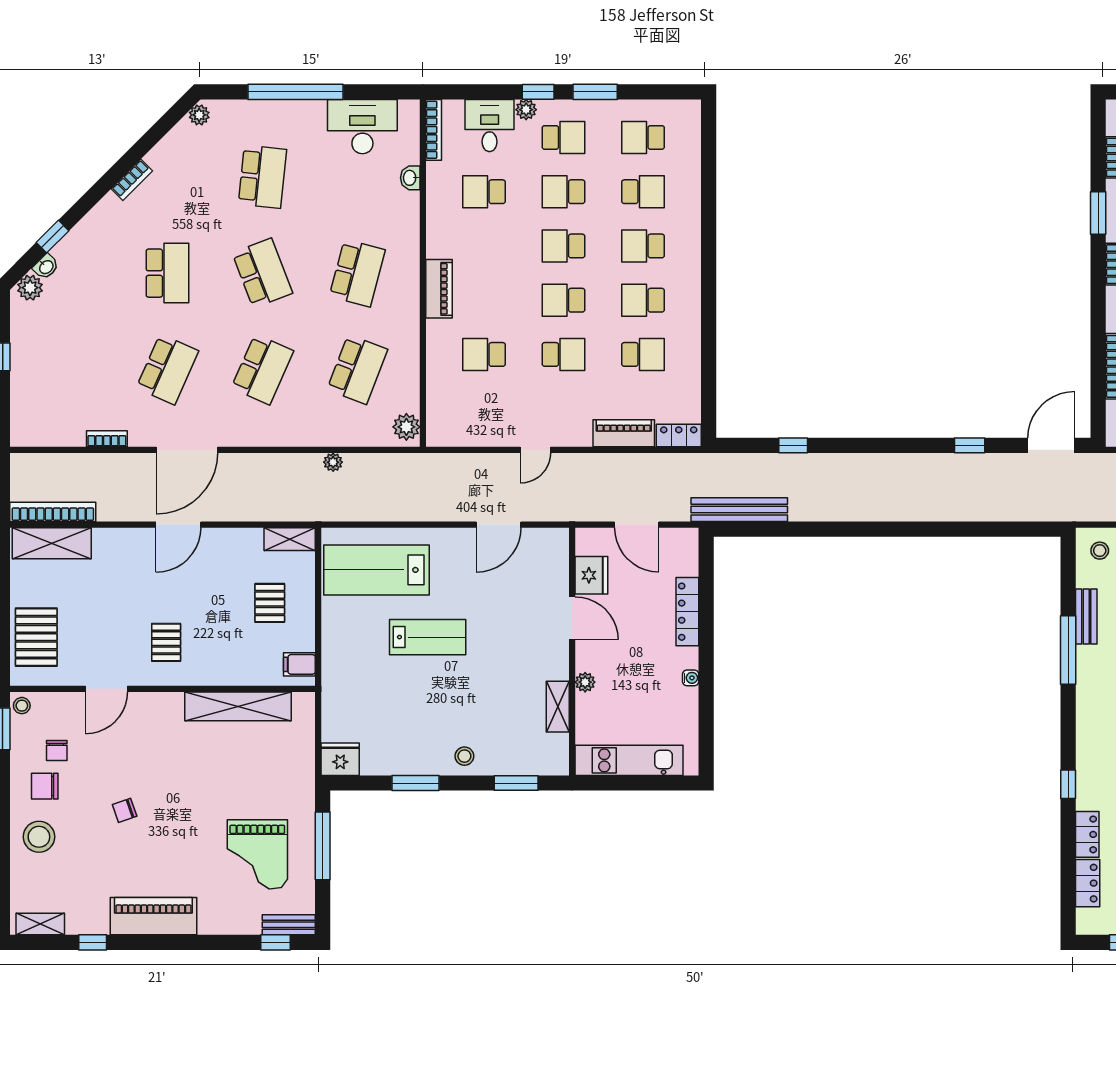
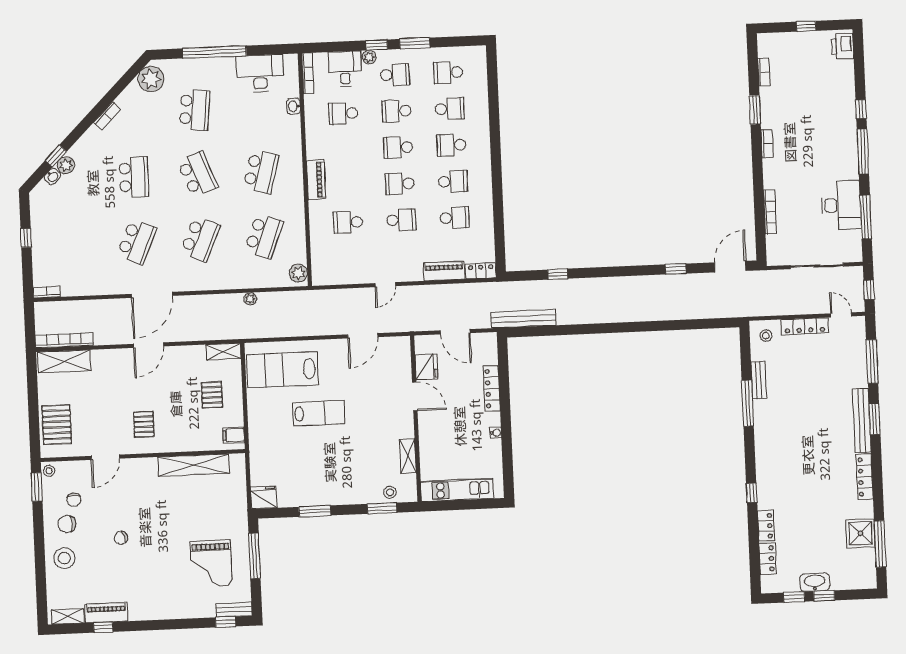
plant: (199, 115) -> (151, 79), width x1.88, depth x1.88
plant: (30, 288) -> (66, 165), moved
school desk: (643, 300) -> (453, 181), turned 180
bookcase: (107, 439) -> (47, 292), moved
plant: (585, 682) -> (425, 439), removed
stool: (464, 756) -> (390, 492), moved
piano: (153, 916) -> (106, 613), moved, width x0.73, depth x0.75

